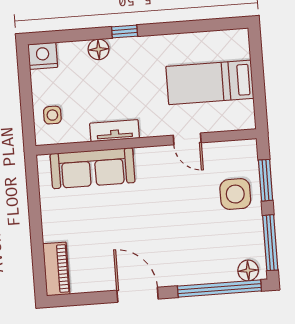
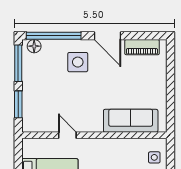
tv unit: (115, 131) -> (114, 144), removed
side table: (235, 194) -> (78, 62), moved
piano: (56, 269) -> (142, 47), moved, turned -90

